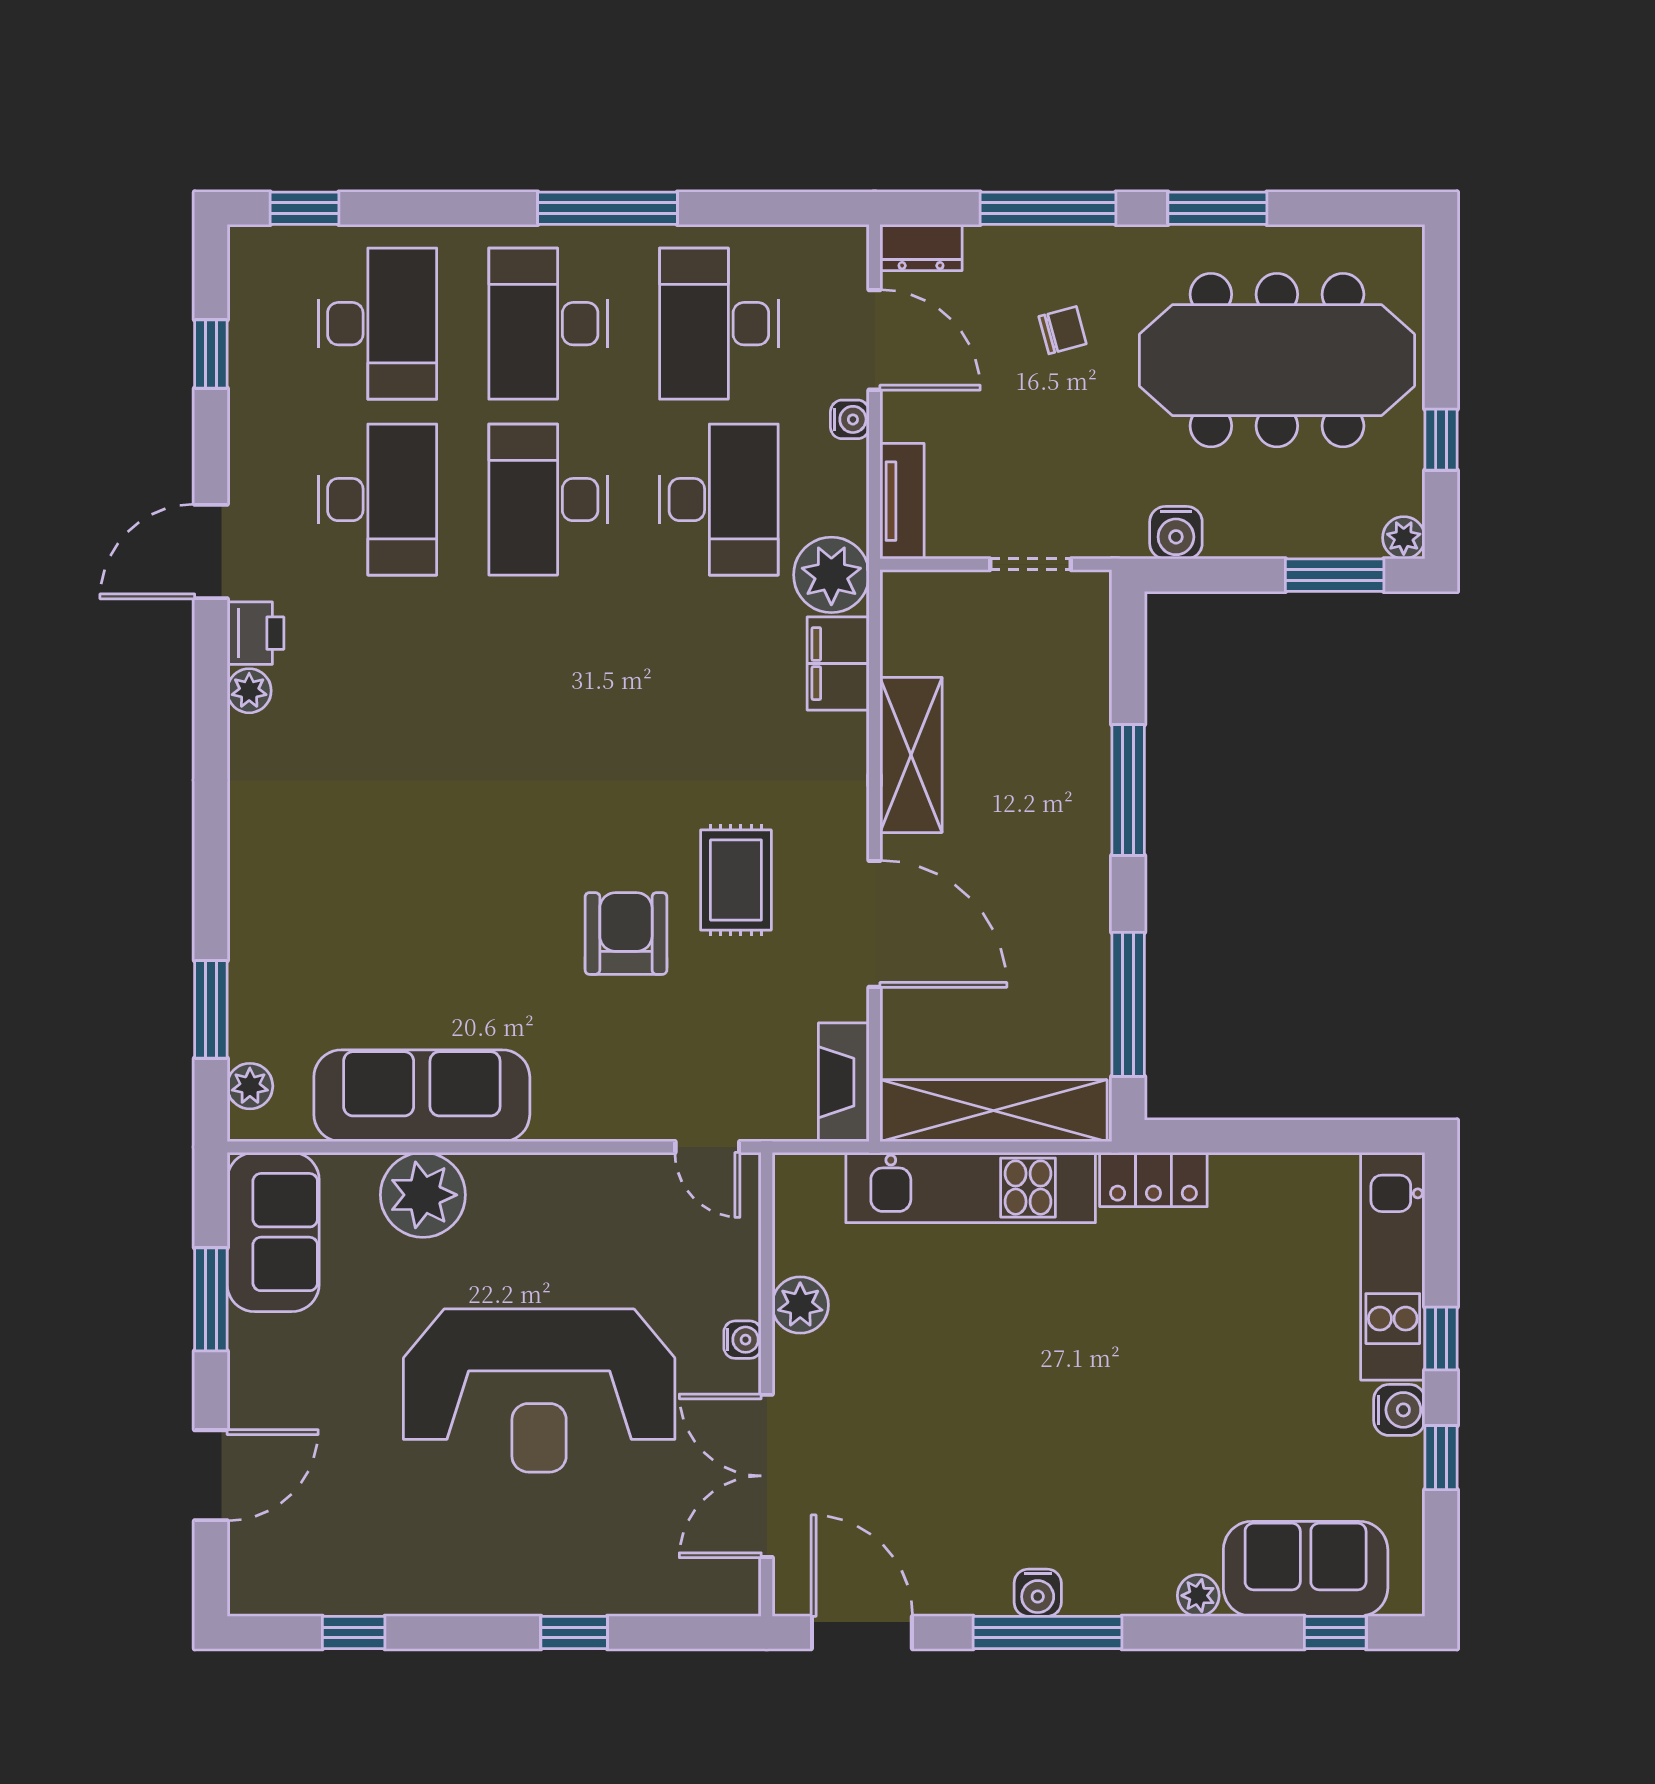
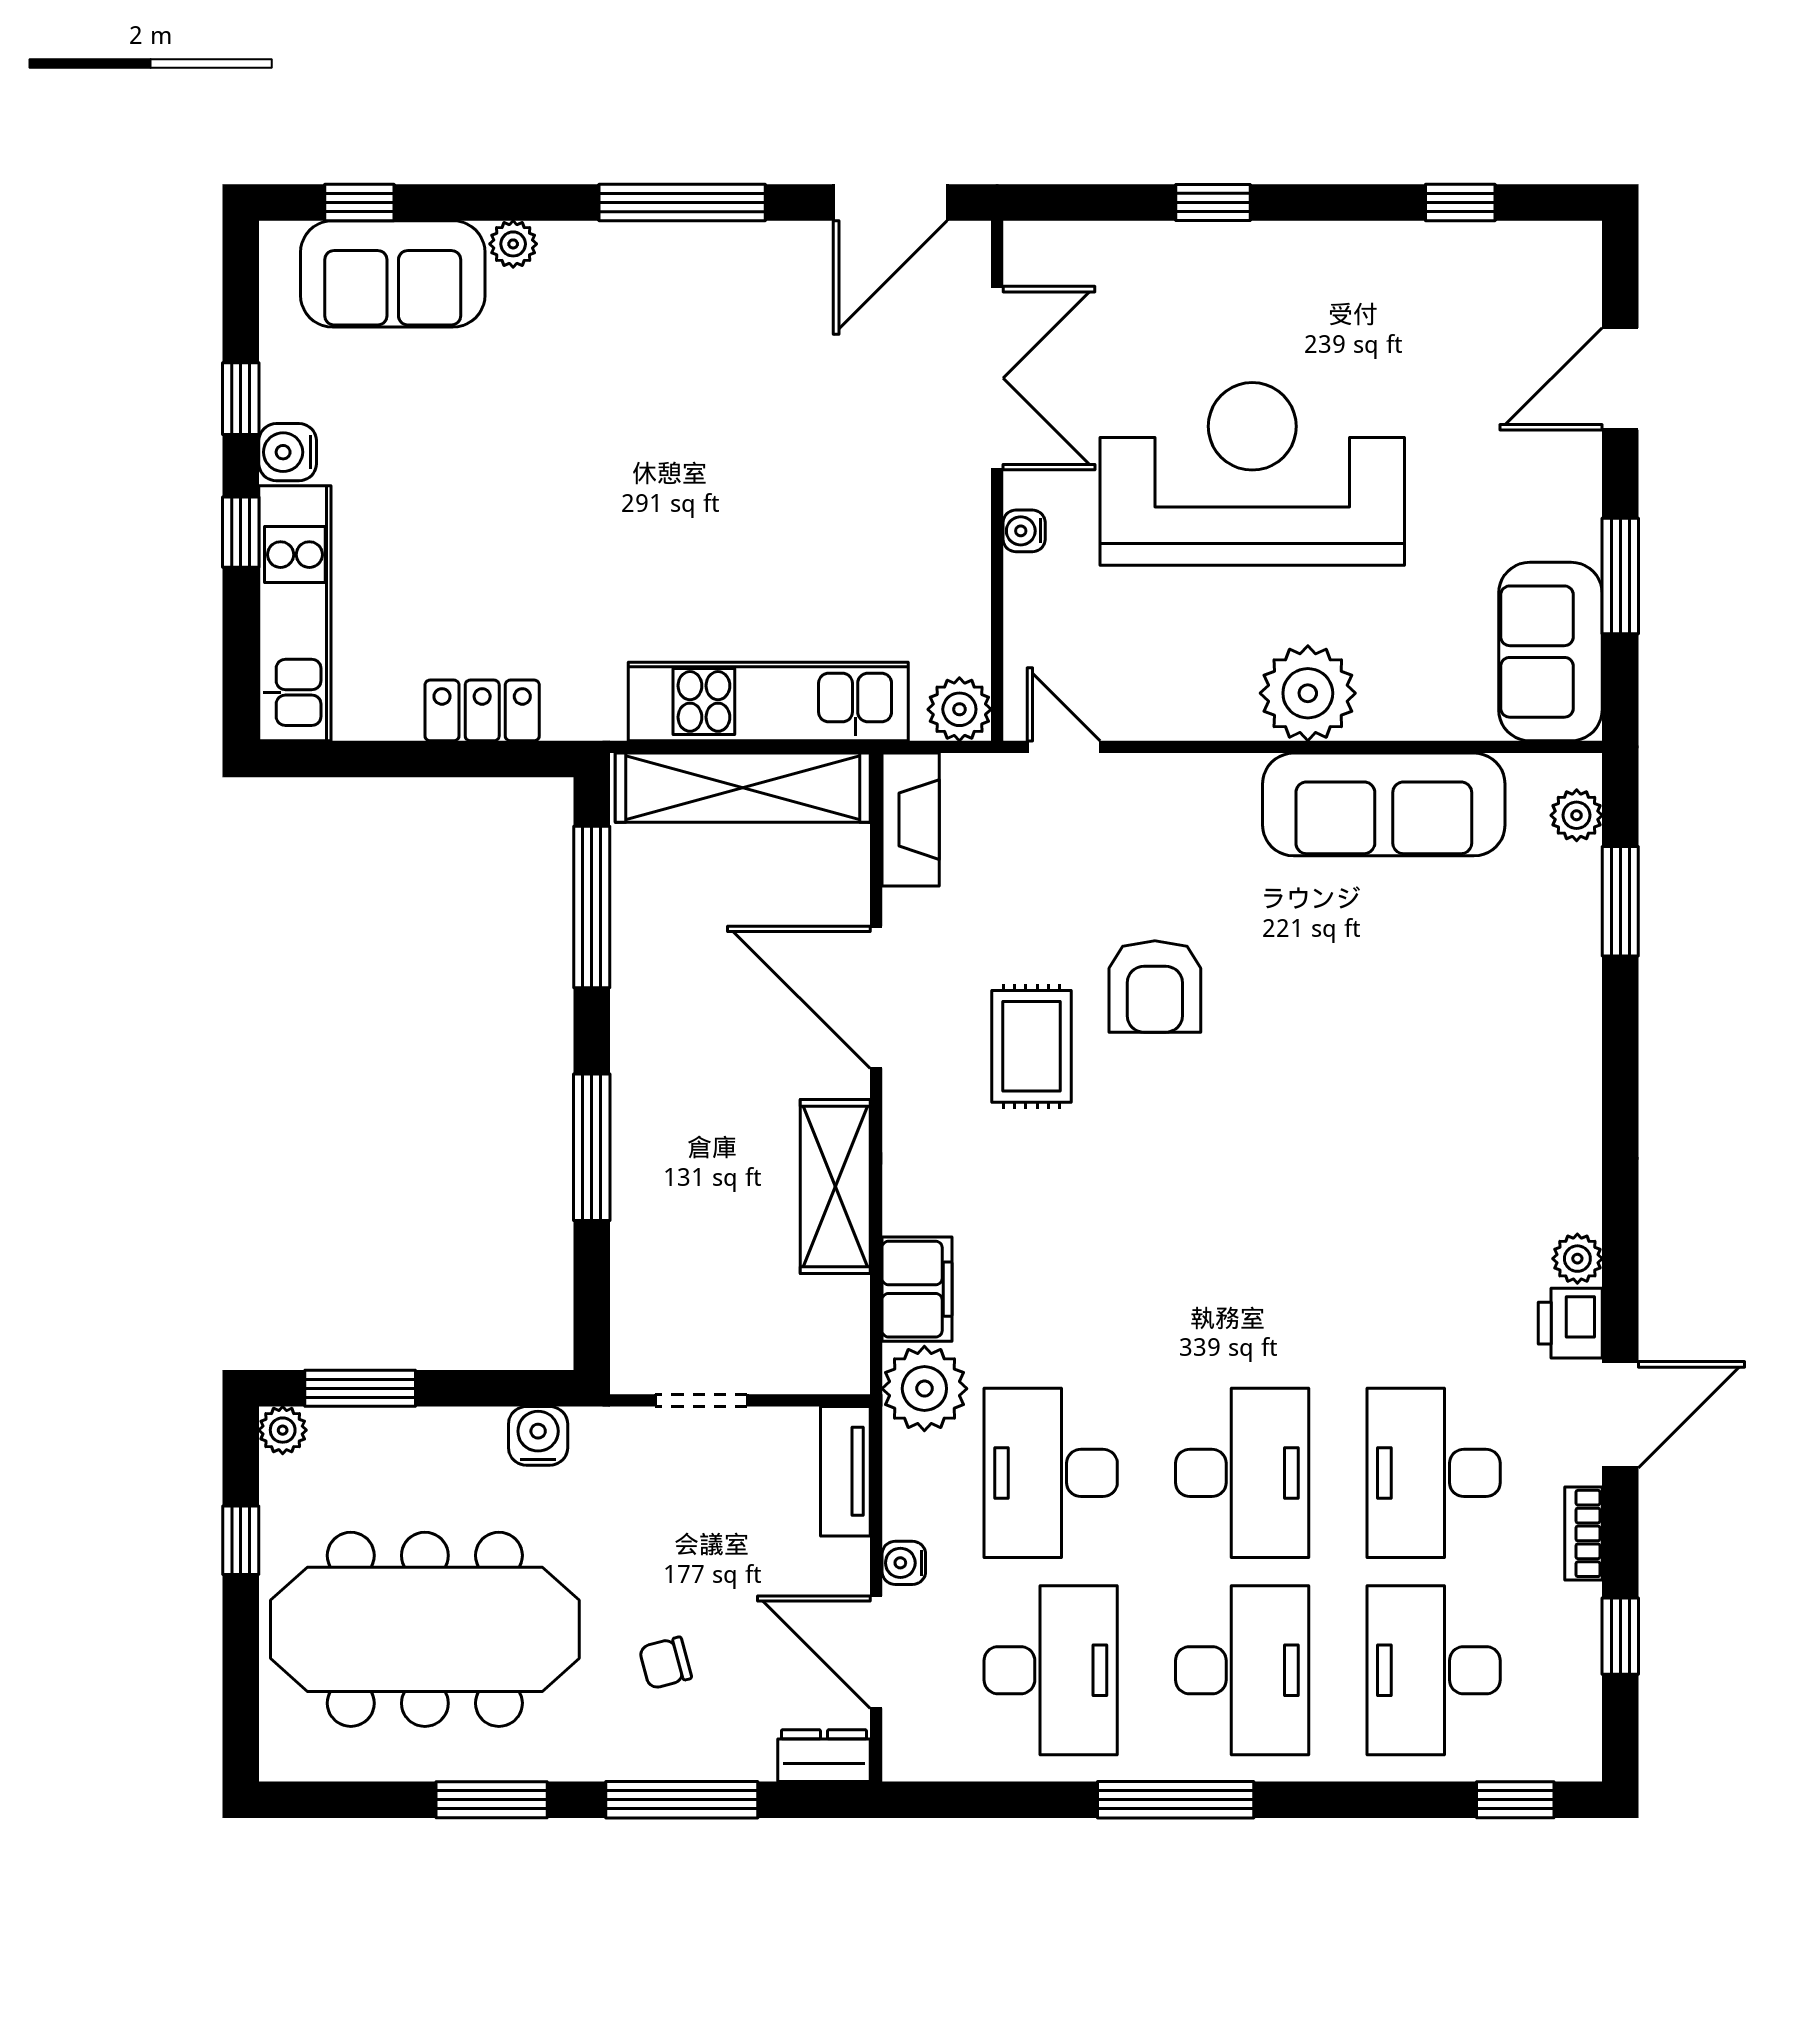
bookcase: (244, 446) -> (1583, 1533), added
locker: (1153, 1180) -> (482, 710), moved
plant: (423, 1195) -> (1308, 693), moved
plant: (800, 1305) -> (959, 709), moved
water cooler: (1038, 1593) -> (693, 247), removed
door: (862, 1633) -> (890, 202), hinge flipped

